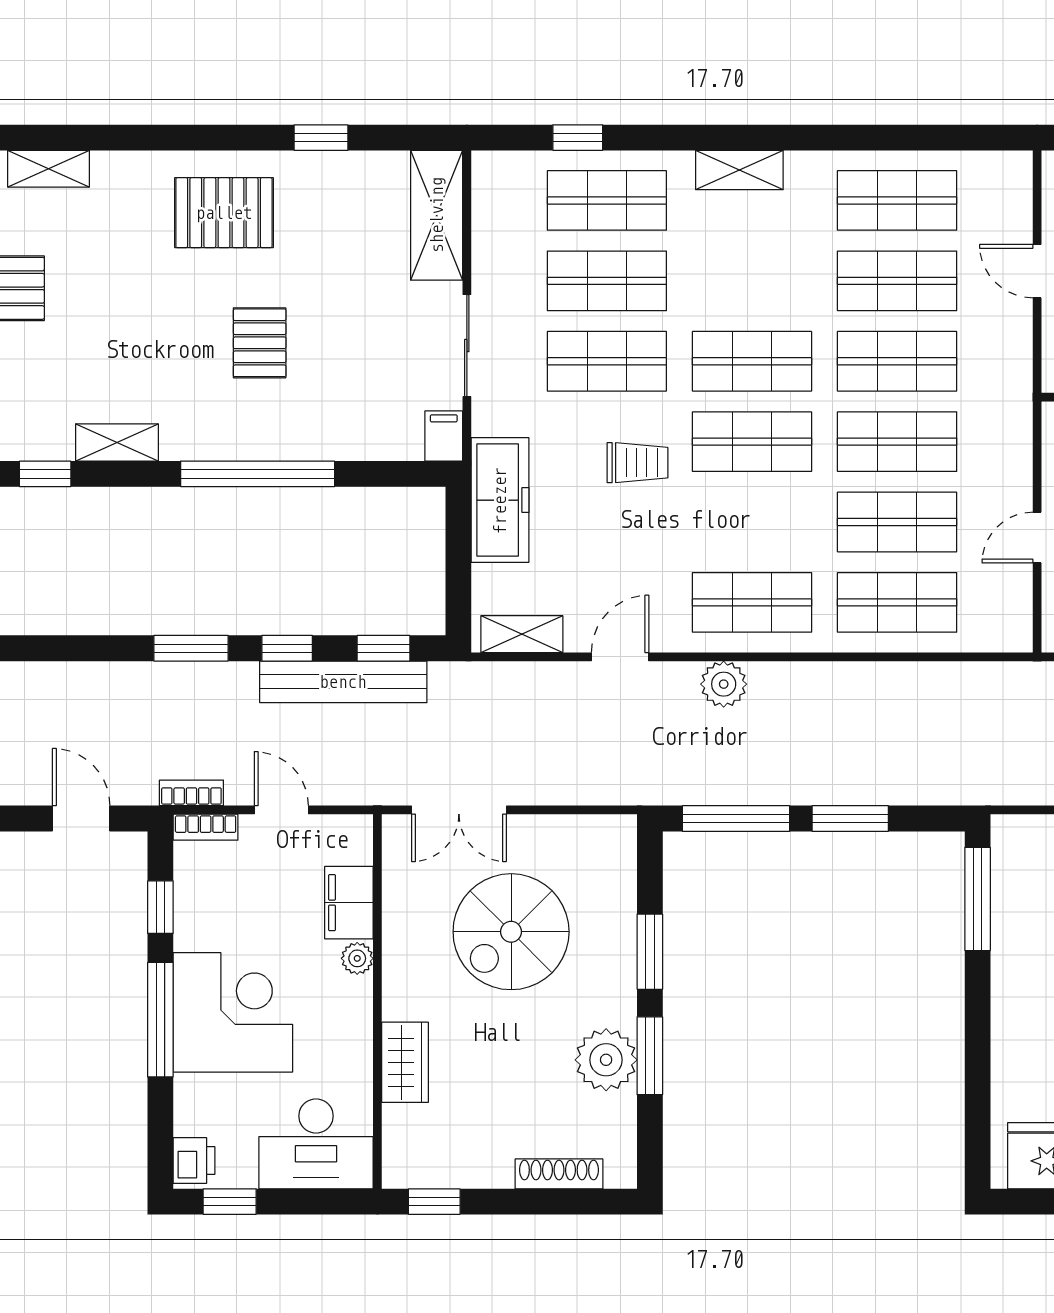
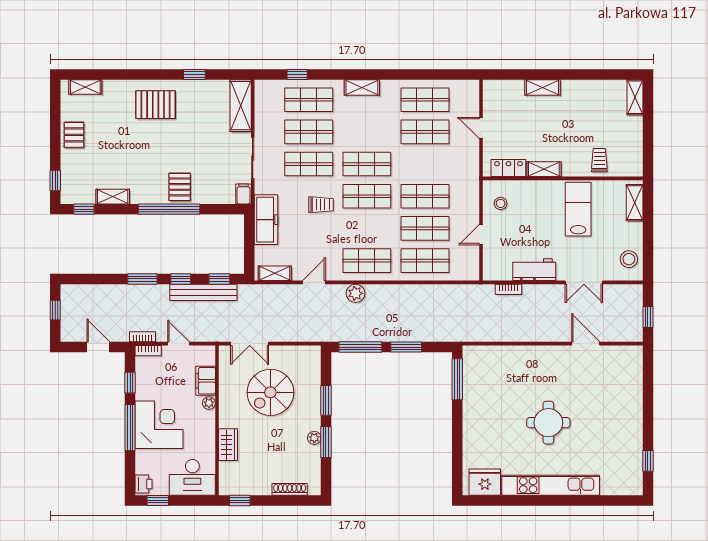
pallet: (260, 343) -> (180, 187), moved
shop shelf: (897, 361) -> (425, 164), removed
plant: (606, 1060) -> (314, 438), width x0.53, depth x0.53

